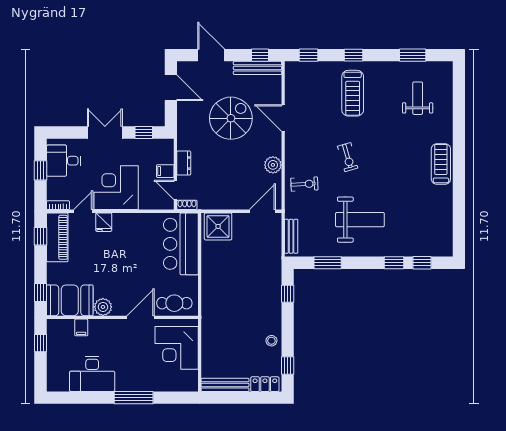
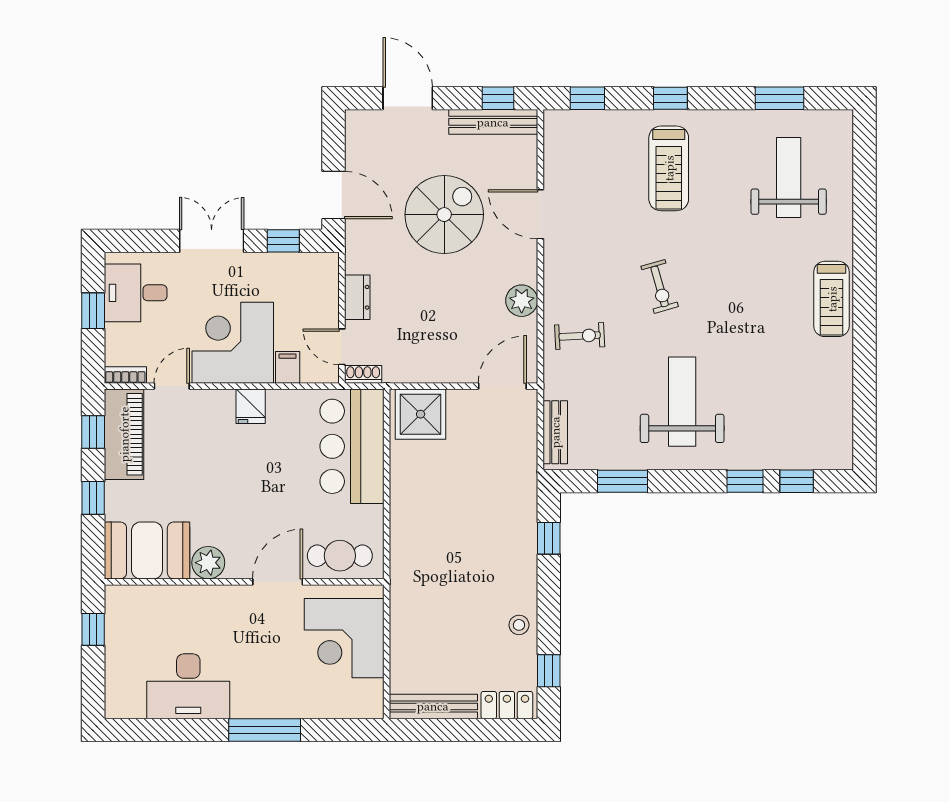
door: (171, 88) -> (333, 195), moved
weight bench: (418, 98) -> (789, 178), width x1.36, depth x1.33
treadmill: (441, 164) -> (832, 299), turned 180
filing cabinet: (165, 171) -> (288, 367), moved, turned 90
weight bench: (360, 220) -> (682, 402), turned -90
fridge: (104, 222) -> (251, 406), moved
window: (41, 292) -> (93, 498), moved
filing cabinet: (81, 327) -> (168, 600), removed

